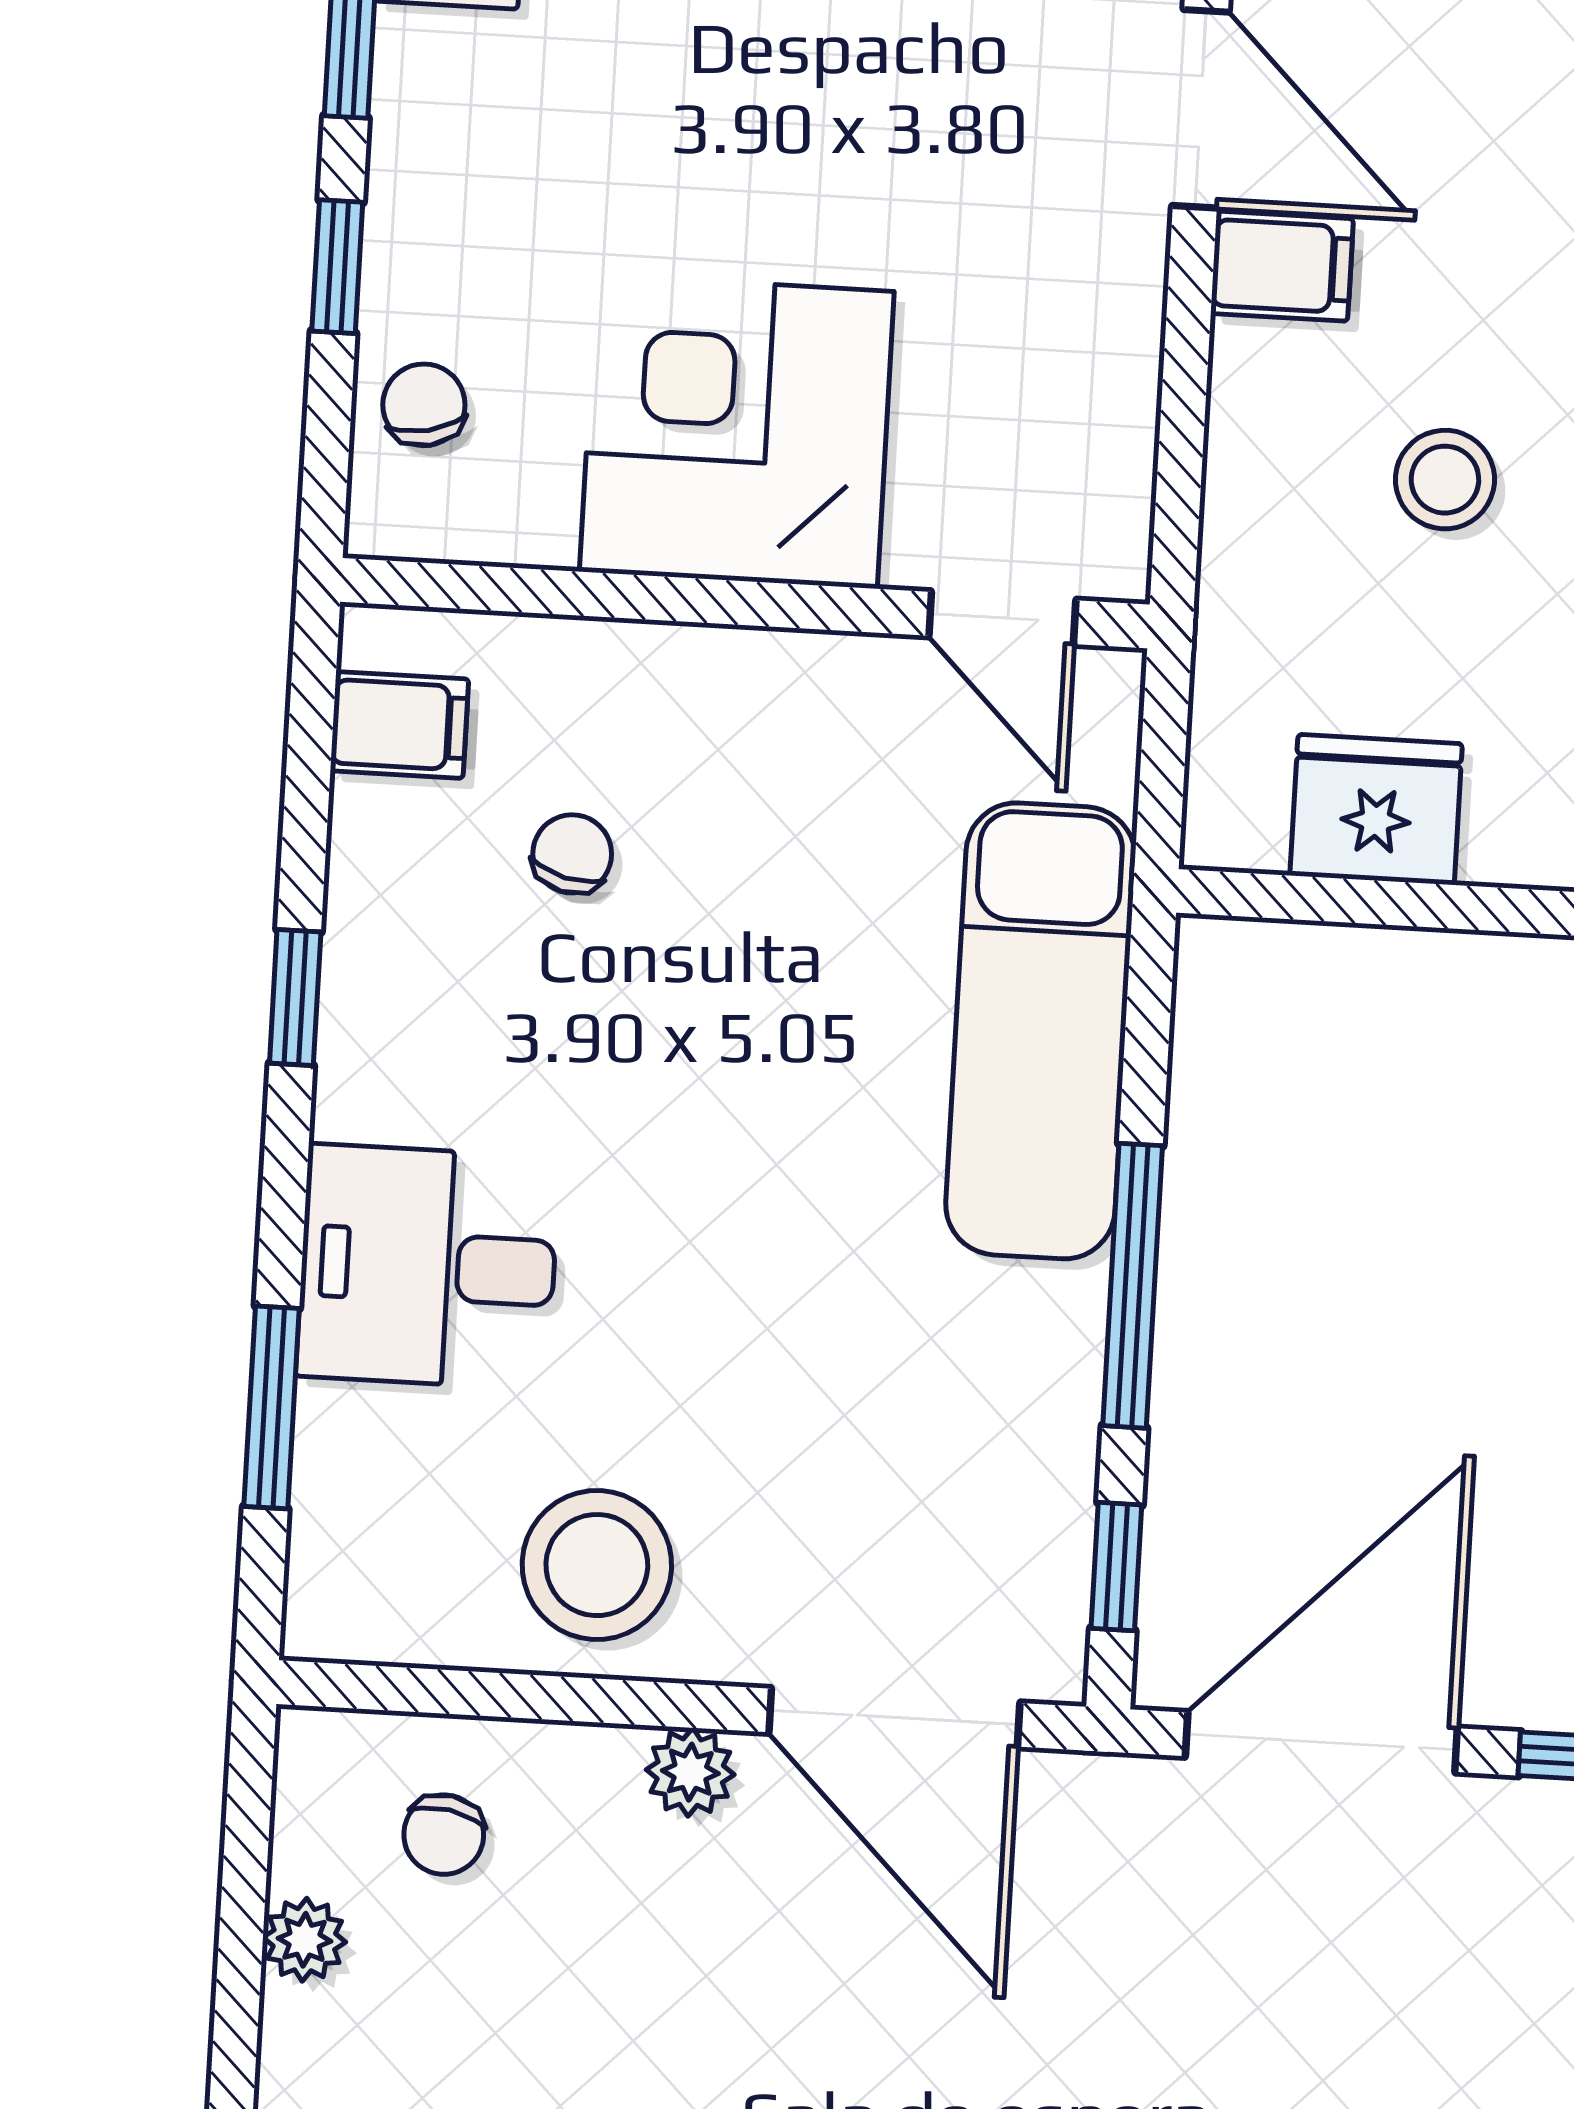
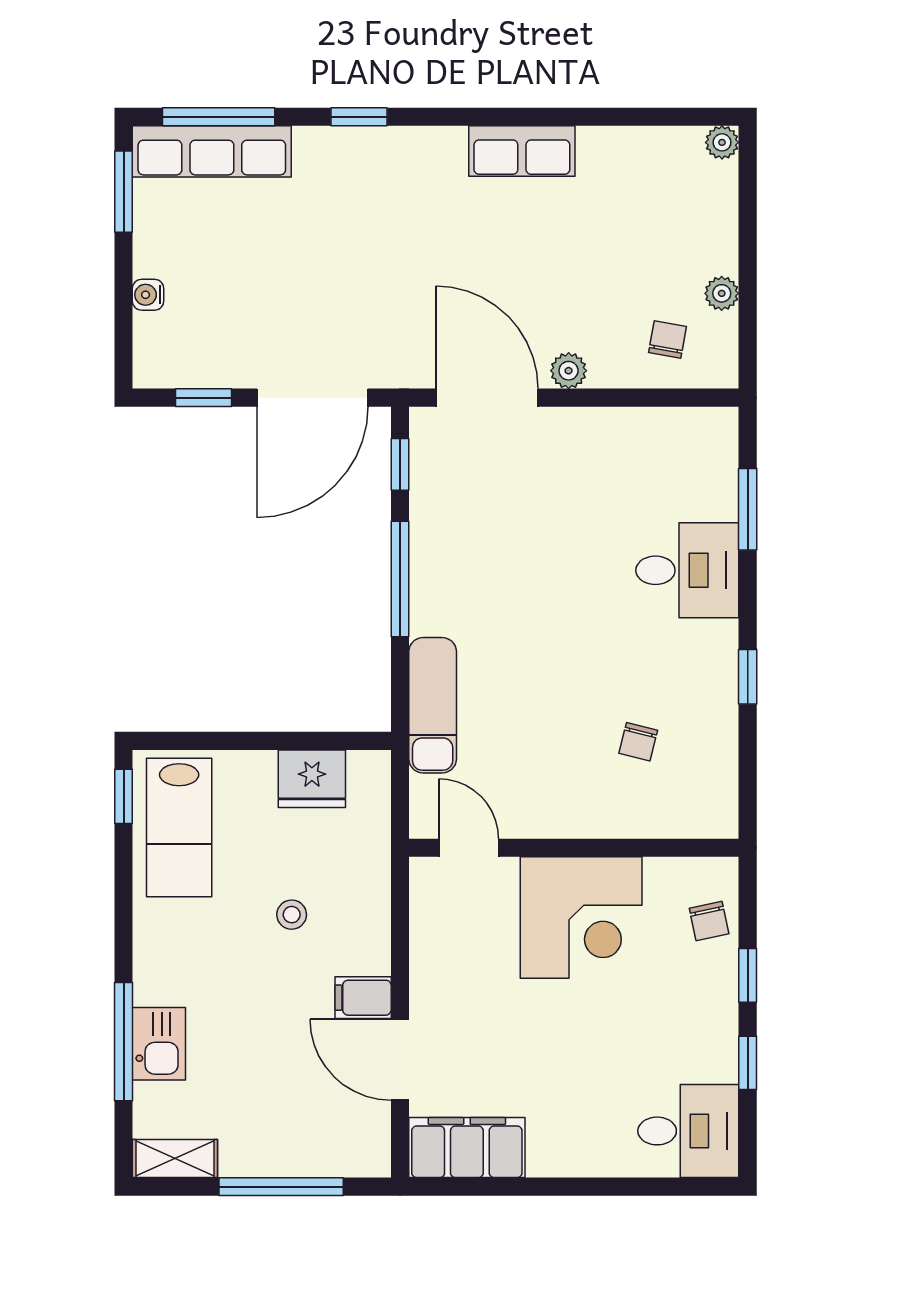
stool: (1445, 480) -> (292, 915), width x0.73, depth x0.73
filing cabinet: (399, 725) -> (712, 790), removed
exam couch: (1041, 1031) -> (433, 705), width x0.73, depth x0.69
stool: (597, 1565) -> (611, 453), removed

